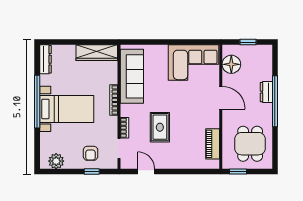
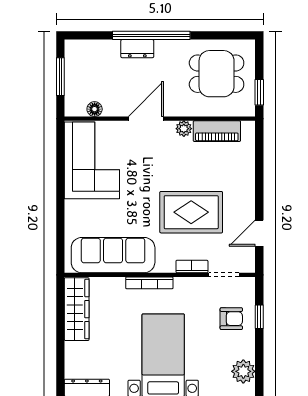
window: (248, 42) -> (60, 77), width x1.50
floor lamp: (231, 64) -> (95, 109), width x0.53, depth x0.53
plant: (214, 122) -> (184, 129), added
rug: (160, 127) -> (191, 212), width x1.36, depth x1.43

